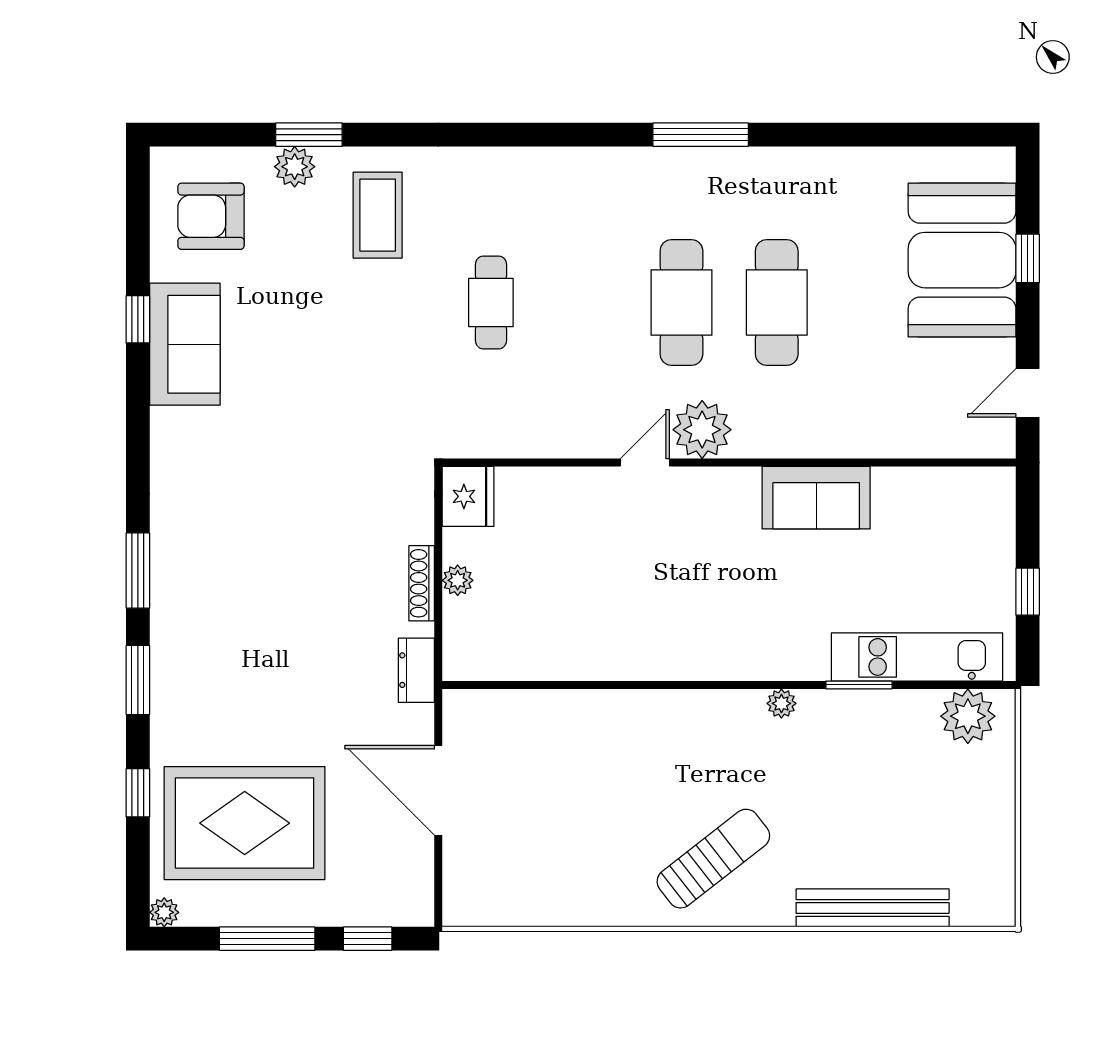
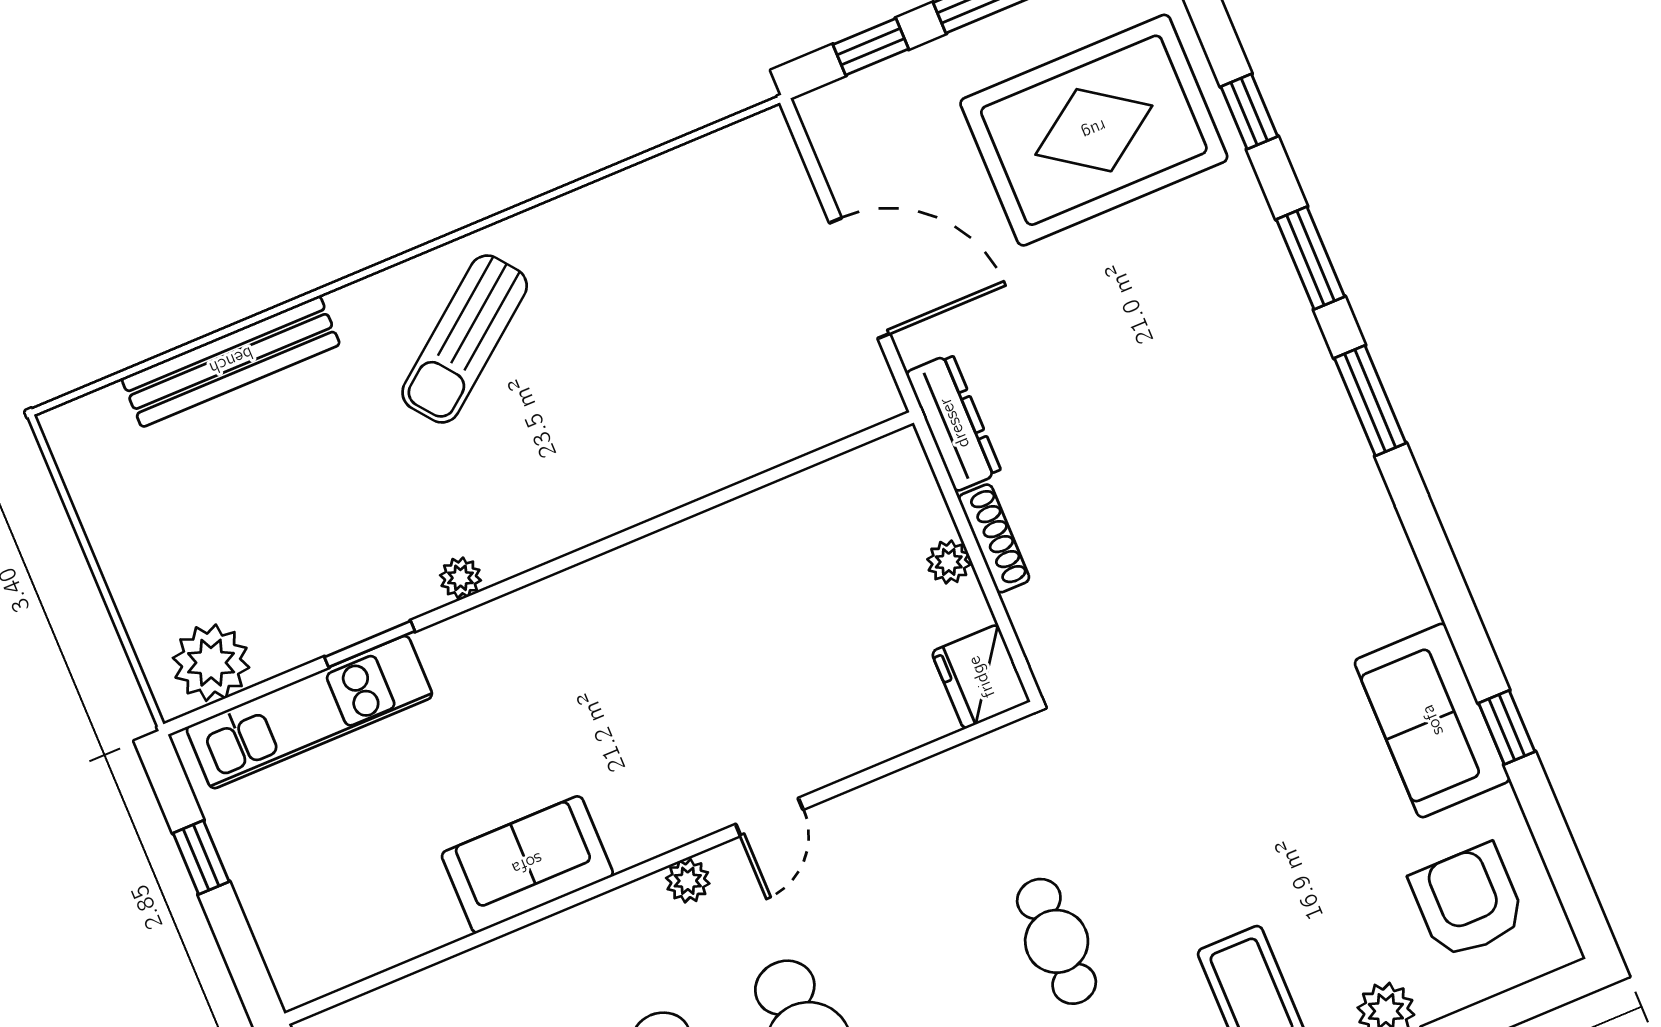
armchair: (211, 216) -> (1468, 901), turned -90
plant: (702, 430) -> (688, 881), width x0.53, depth x0.53
dresser: (416, 670) -> (954, 423), width x1.44

